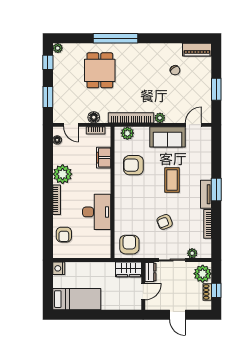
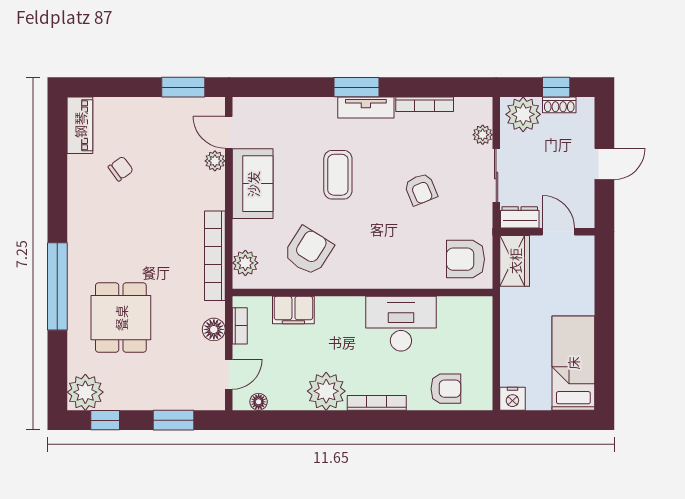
plant: (58, 48) -> (85, 392), width x1.88, depth x1.88
dining table: (100, 70) -> (121, 318), turned 90
window: (216, 89) -> (183, 87), moved
plant: (160, 118) -> (215, 161), moved
armchair: (133, 165) -> (308, 251), turned -148
coffee table: (172, 180) -> (338, 175), turned 90

